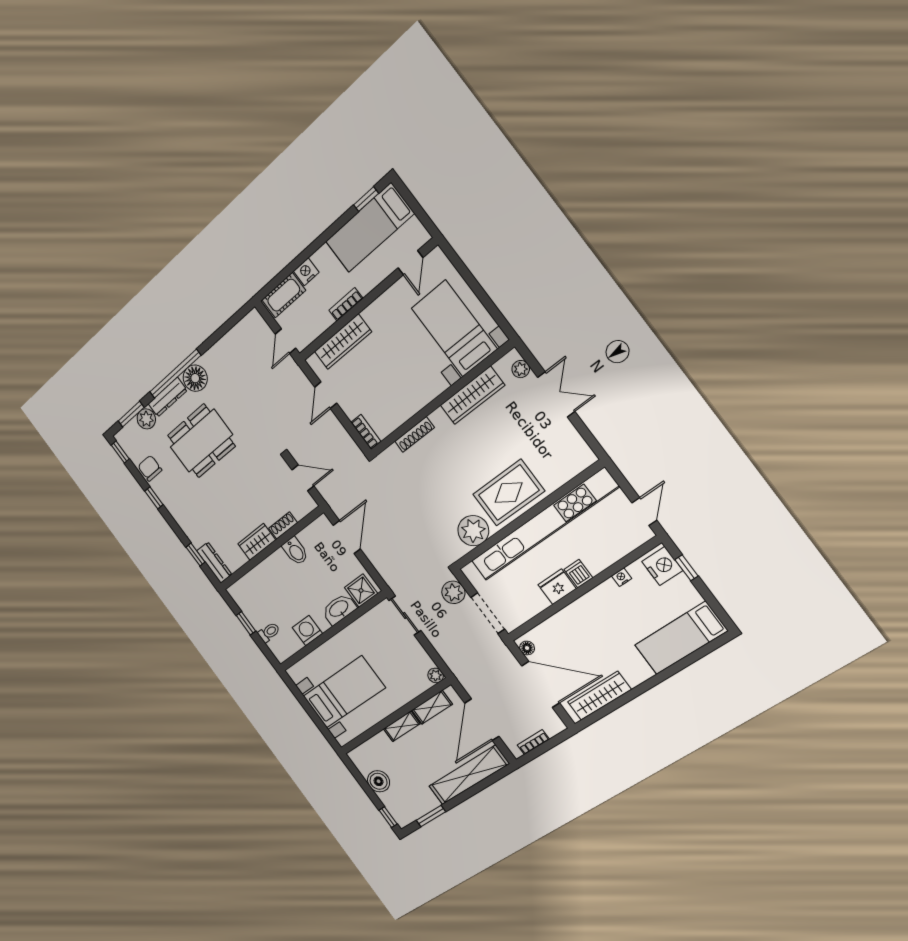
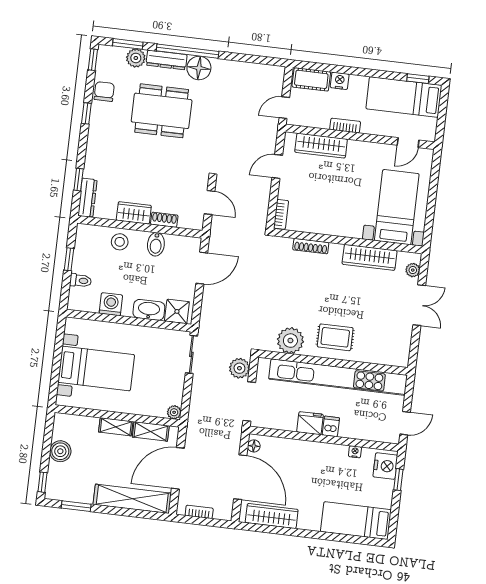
rug: (509, 493) -> (335, 337), width x0.73, depth x0.70
stool: (268, 575) -> (120, 242), added

